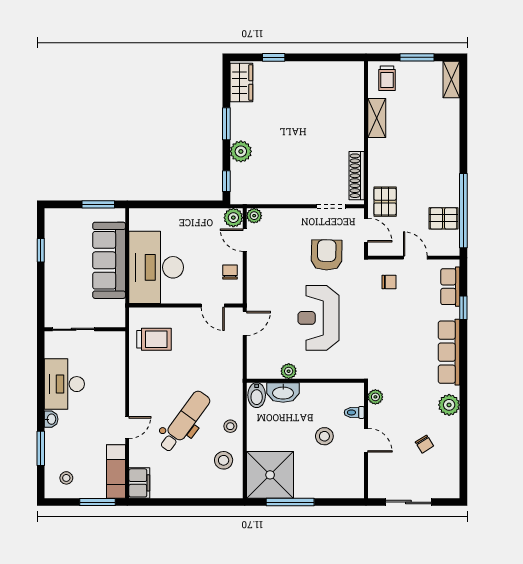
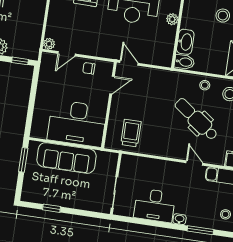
plant: (233, 218) -> (48, 60), removed
plant: (289, 371) -> (172, 19), moved

